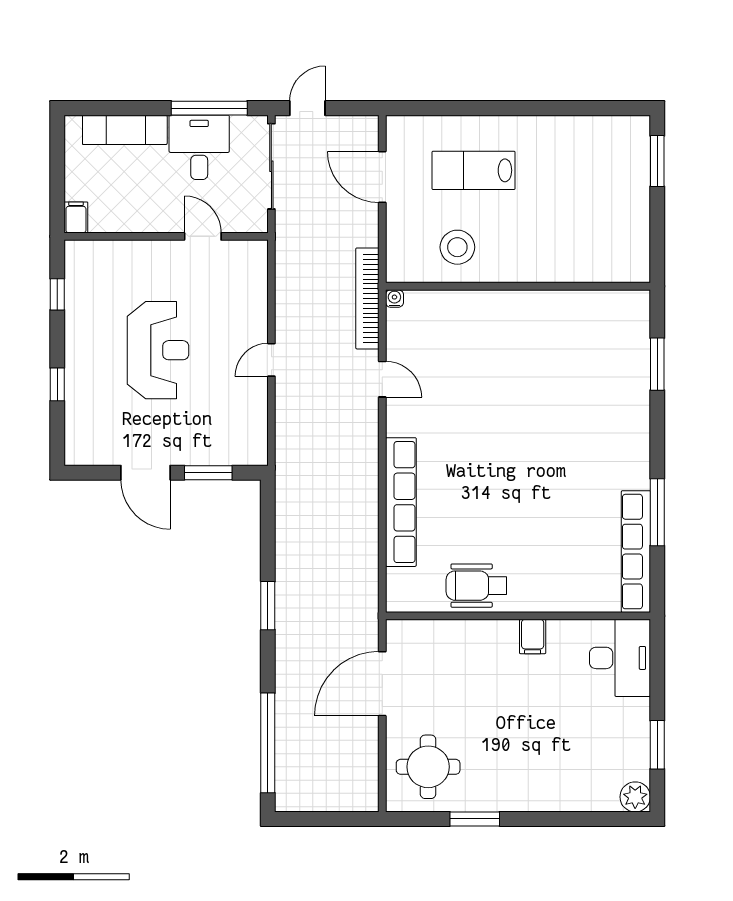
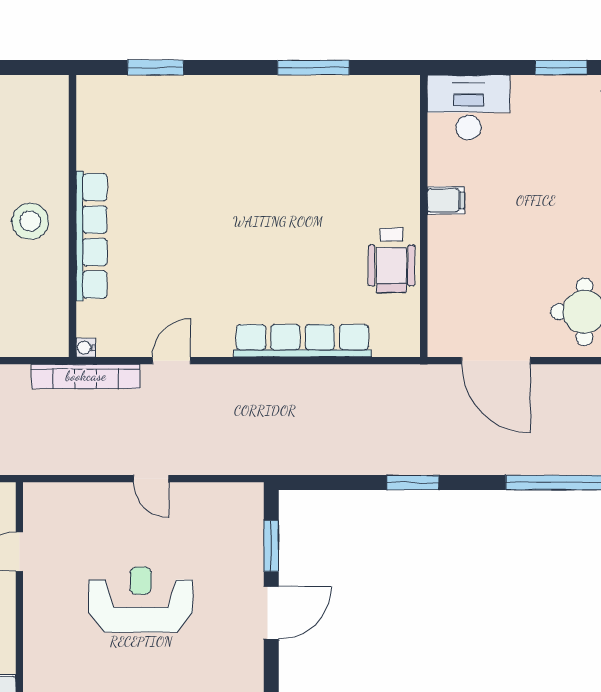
stool: (457, 247) -> (30, 221), moved
row of seats: (636, 552) -> (91, 236), moved, turned -90

